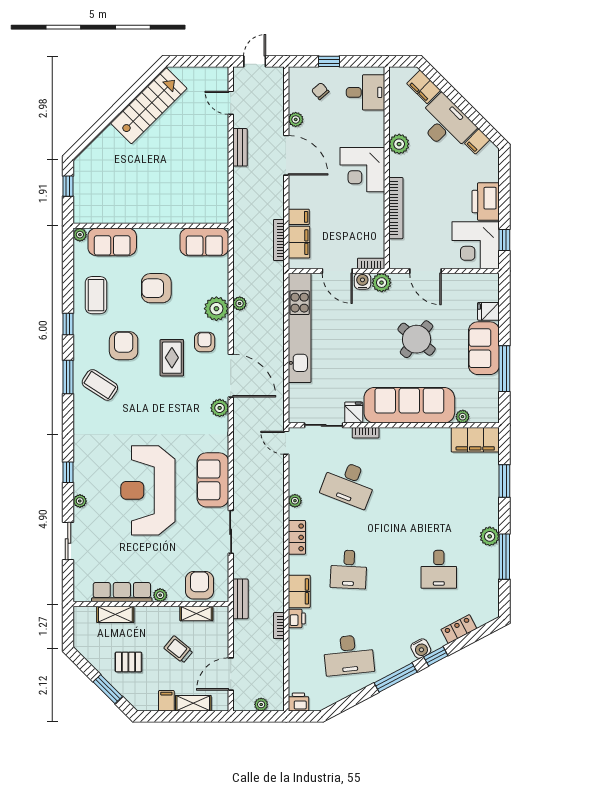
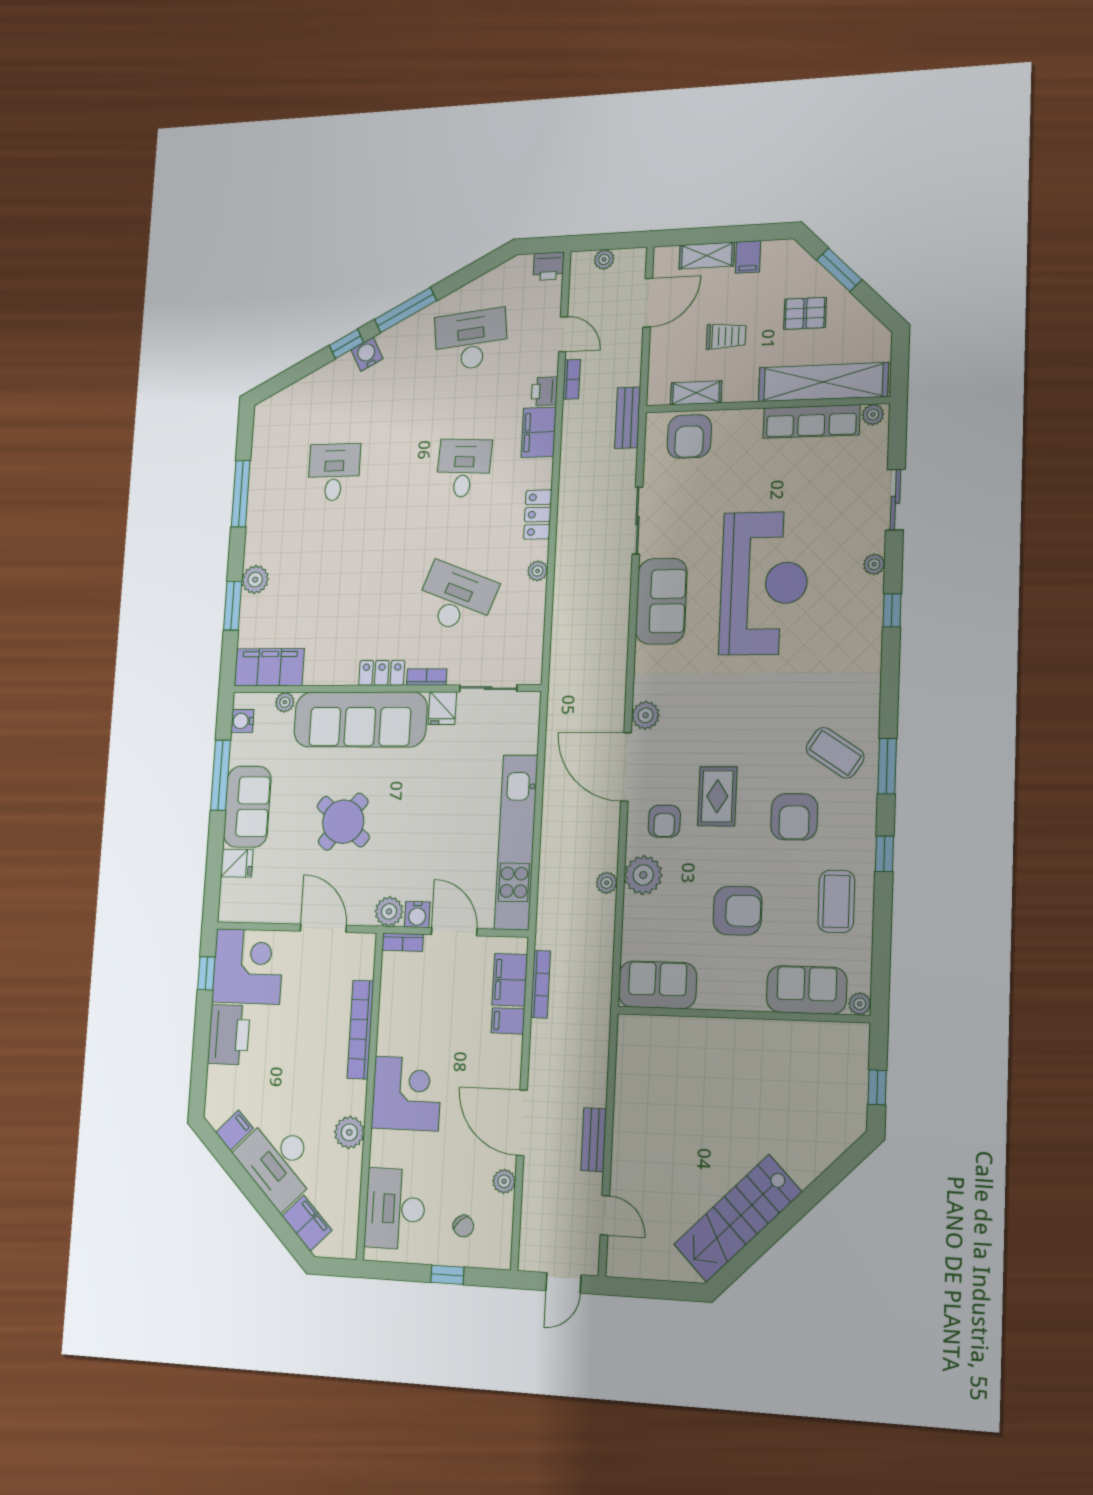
desk: (366, 92) -> (395, 1209), width x1.37
water cooler: (492, 404) -> (242, 721), added
door: (286, 443) -> (563, 334), moved
plant: (490, 536) -> (255, 580), moved
plant: (160, 595) -> (873, 415), moved
shelving: (115, 614) -> (823, 382), width x2.20, depth x1.33
locker: (459, 629) -> (382, 673), moved, turned -152
trolley: (178, 650) -> (726, 336), turned -39

